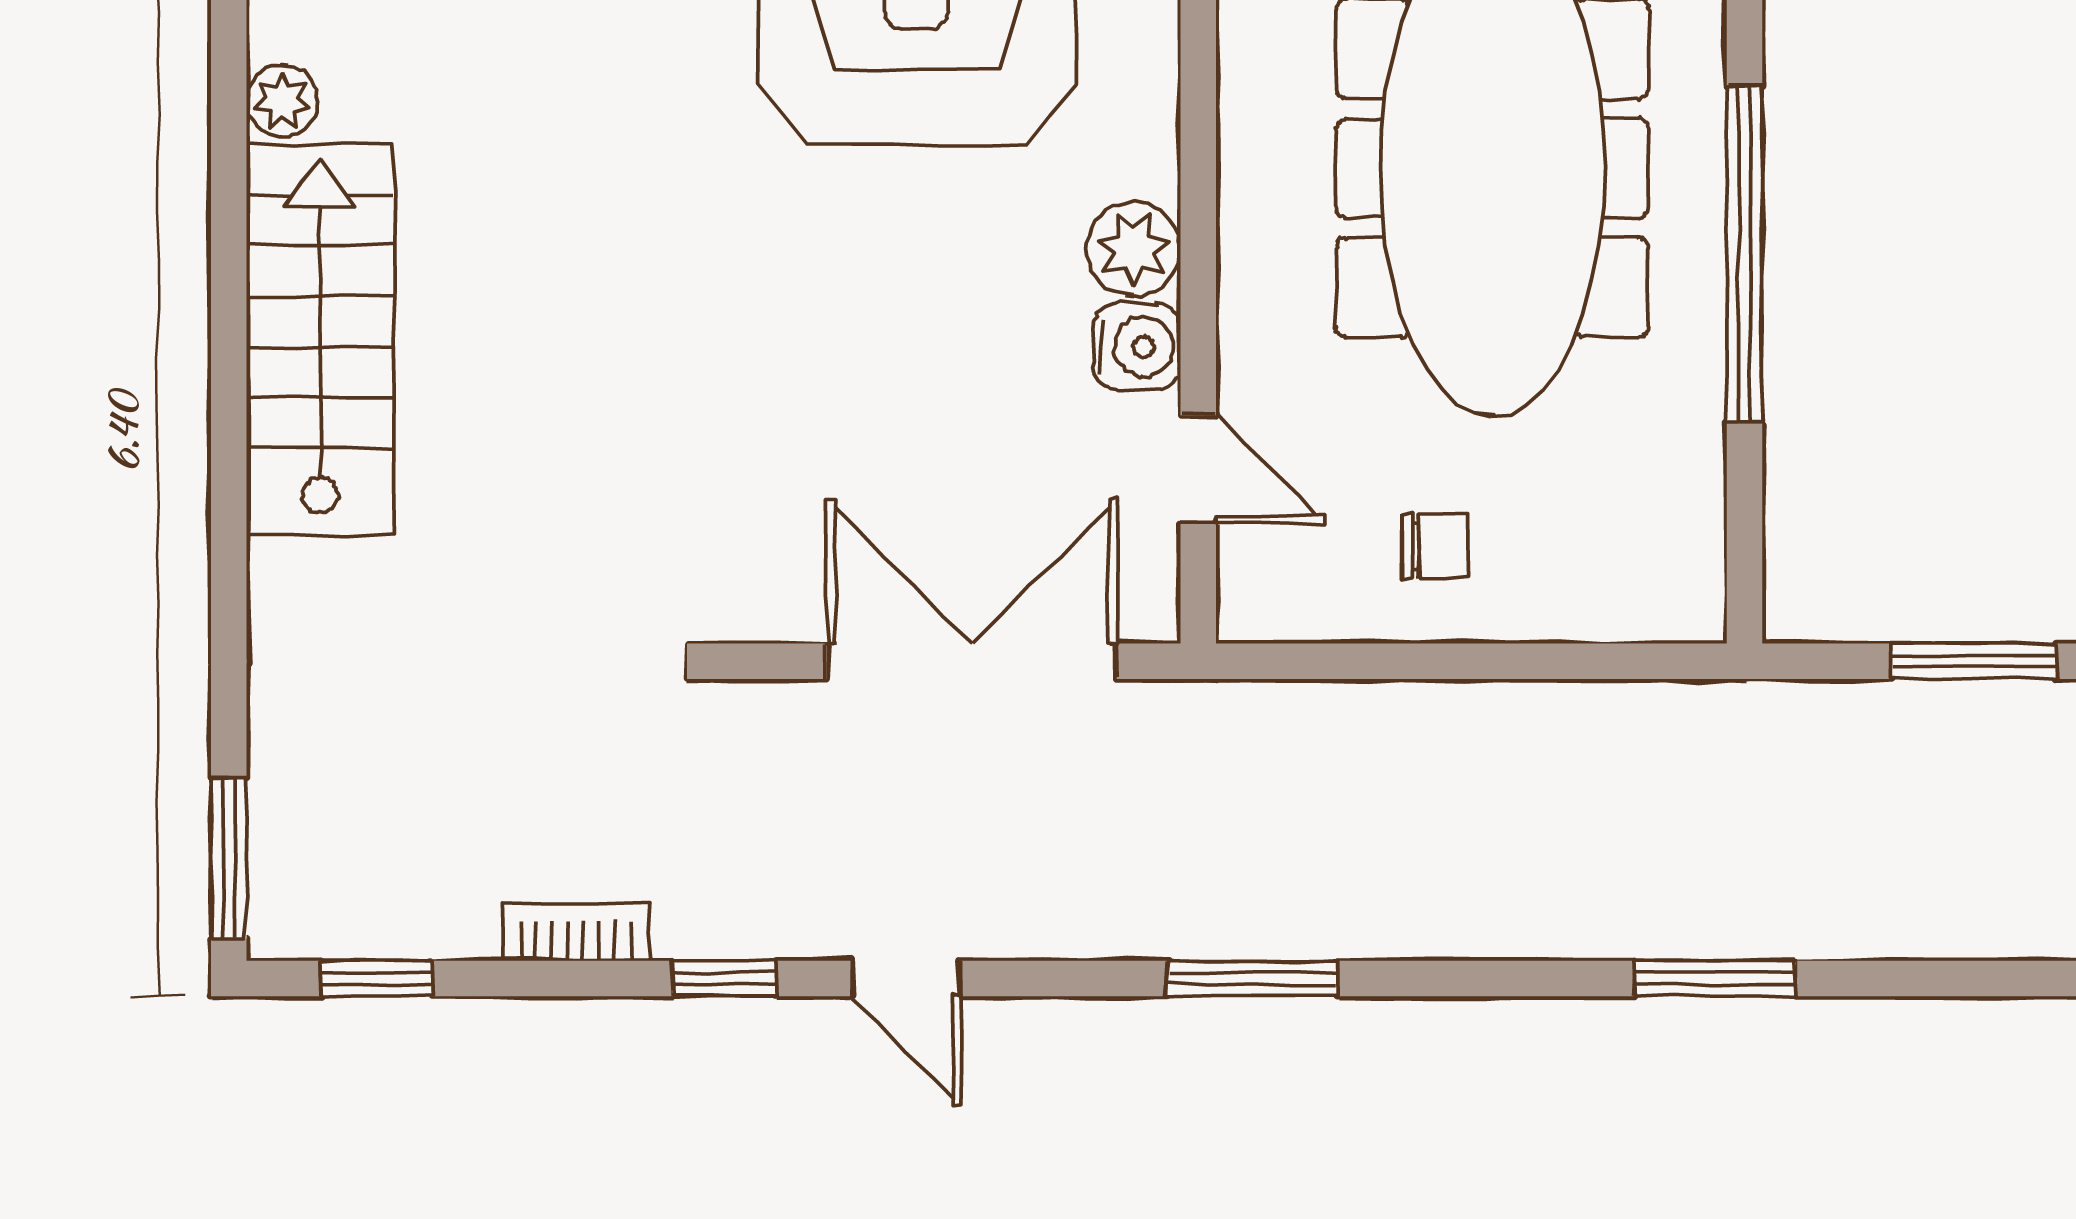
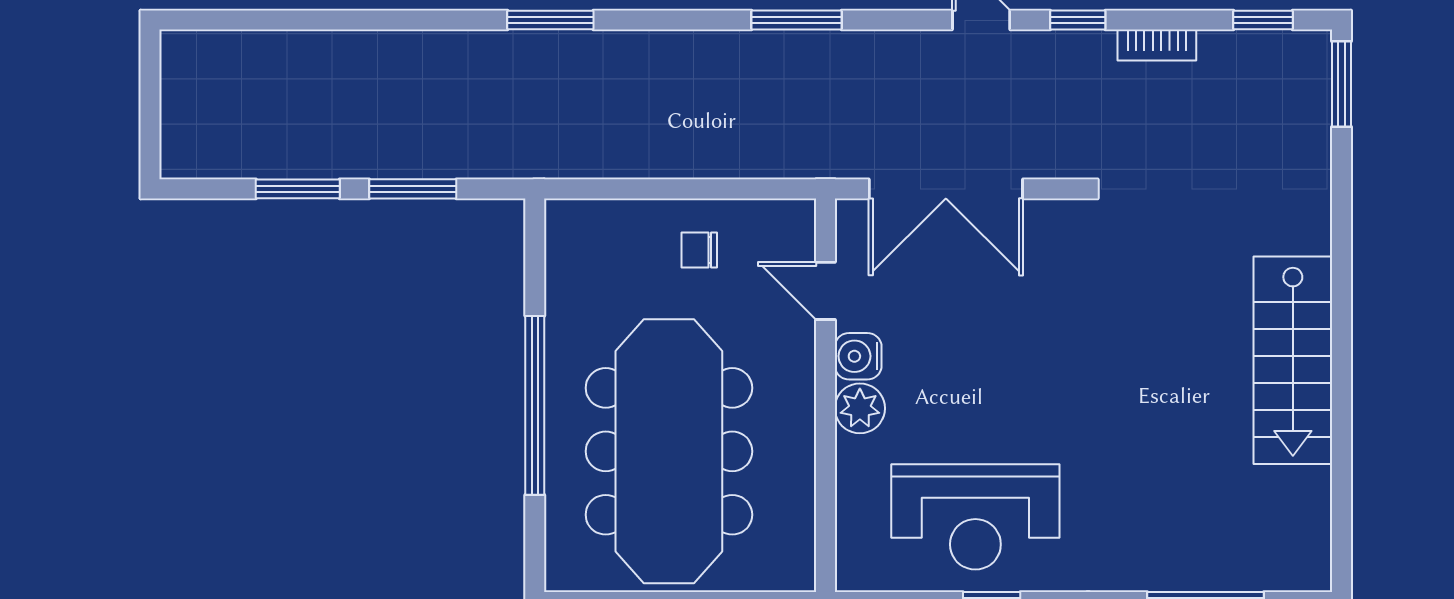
plant: (283, 101) -> (1313, 487), removed

